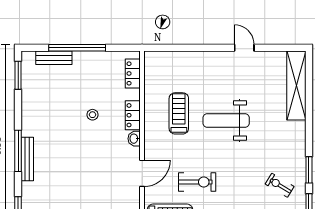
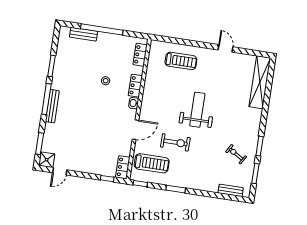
window: (18, 75) -> (51, 66), moved
treadmill: (179, 113) -> (181, 61), moved, turned 90
weight bench: (226, 121) -> (197, 110), moved, turned 90

